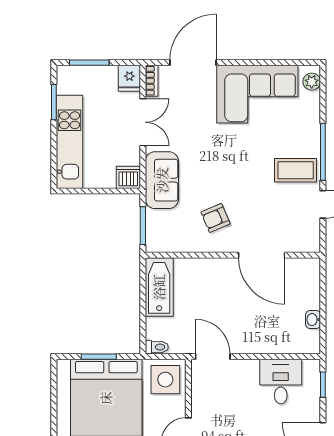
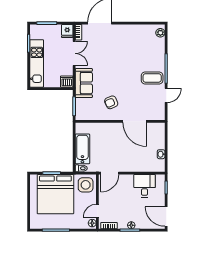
corner sofa: (257, 94) -> (133, 39), removed
bathtub: (159, 287) -> (82, 149), moved
door: (213, 357) -> (110, 173), swing flipped

